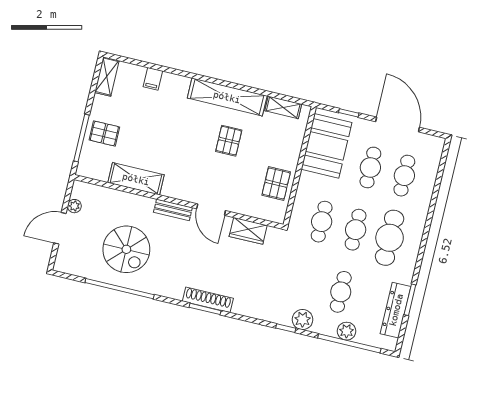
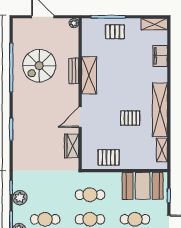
filing cabinet: (153, 79) -> (160, 56), width x2.00
pallet: (104, 133) -> (115, 32), turned 90
shelving: (136, 179) -> (89, 75), moved
plant: (74, 206) -> (74, 23), moved
bench: (173, 210) -> (74, 71), moved
shoe rack: (208, 300) -> (18, 130), removed

